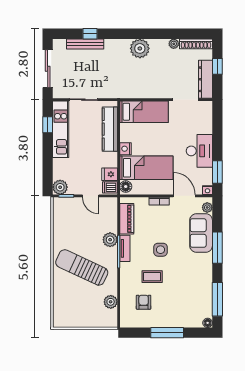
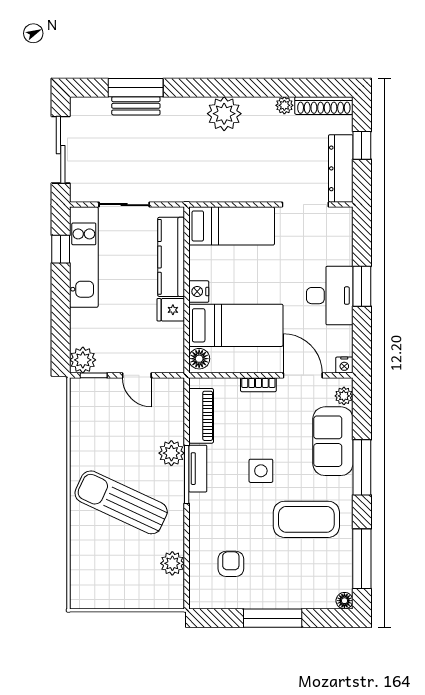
window: (90, 34) -> (136, 88), width x2.17
bench: (85, 44) -> (136, 106), width x0.73
window: (217, 172) -> (362, 286), moved
fridge: (110, 174) -> (171, 310), moved
dishwasher: (110, 187) -> (171, 360), removed
coffee table: (152, 277) -> (306, 519), moved, width x1.86, depth x1.72

